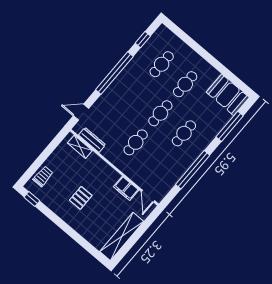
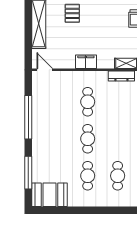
cafe table: (184, 133) -> (58, 139), removed
filing cabinet: (126, 188) -> (86, 62), moved
pallet: (81, 198) -> (72, 13), moved

